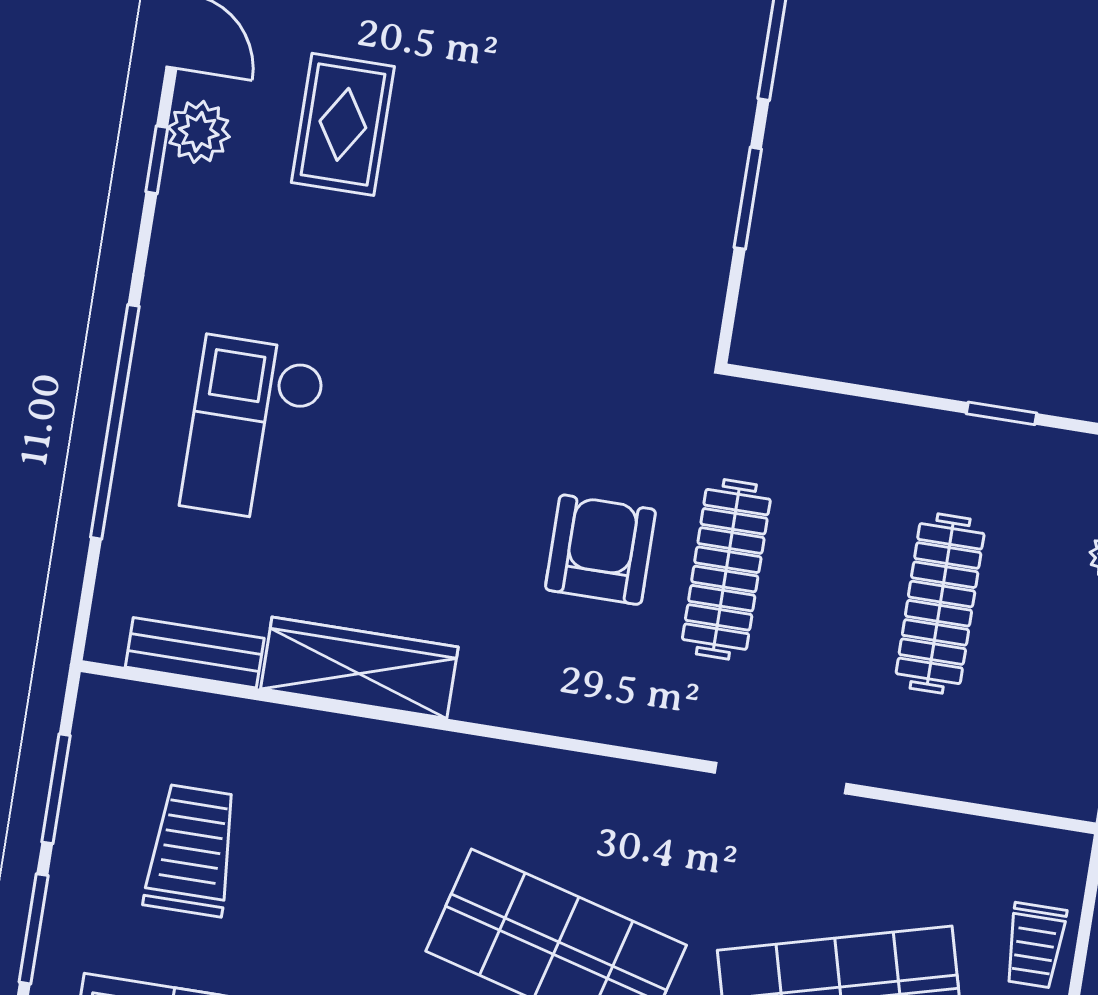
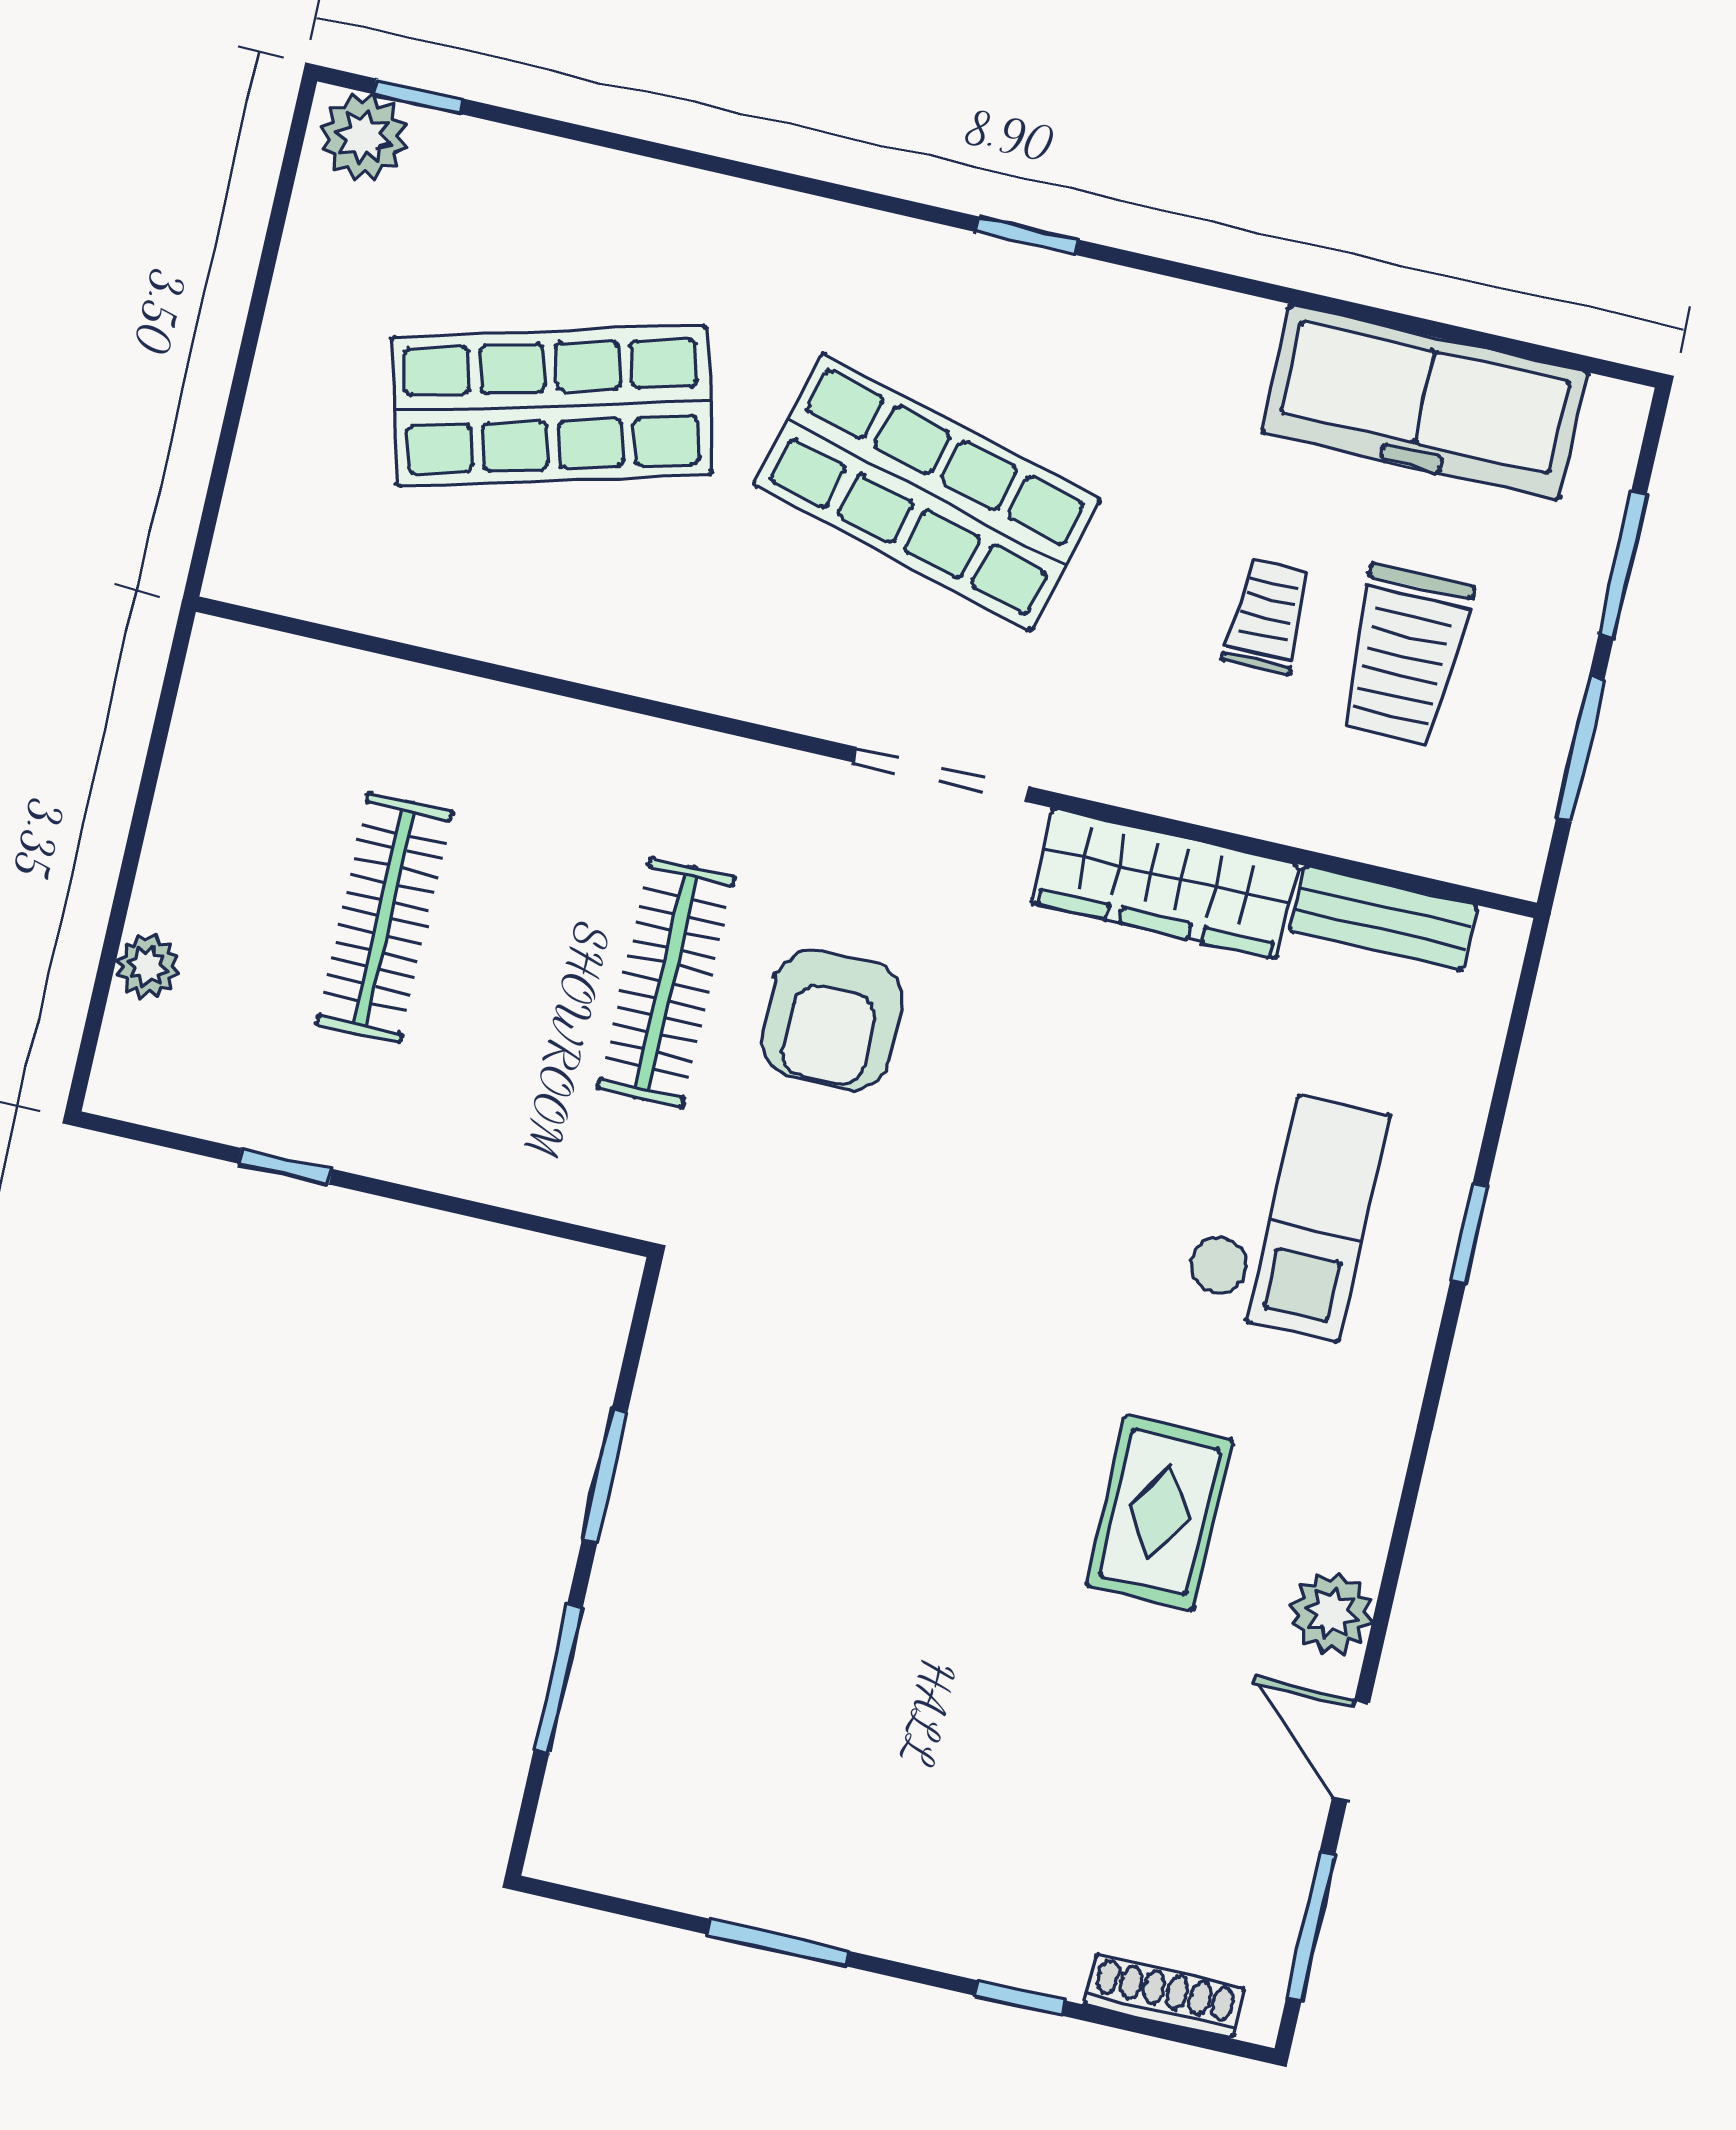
rug: (343, 124) -> (1160, 1513), moved
window: (157, 160) -> (1390, 1580), removed
window: (115, 422) -> (1469, 1234), width x0.32
doorway: (781, 778) -> (941, 774), moved
trolley: (1035, 945) -> (1267, 616), moved

